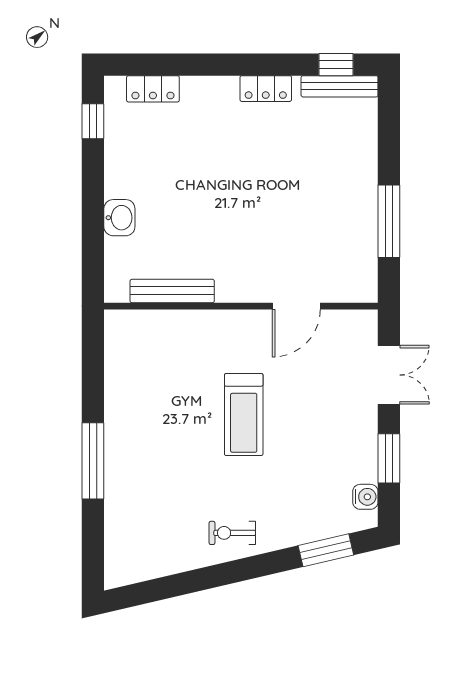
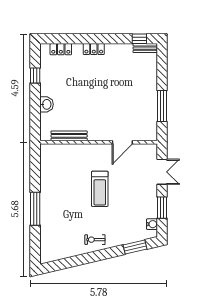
bench: (340, 86) -> (145, 48), width x0.73
locker: (266, 89) -> (94, 49), moved
window: (93, 121) -> (35, 75), moved

